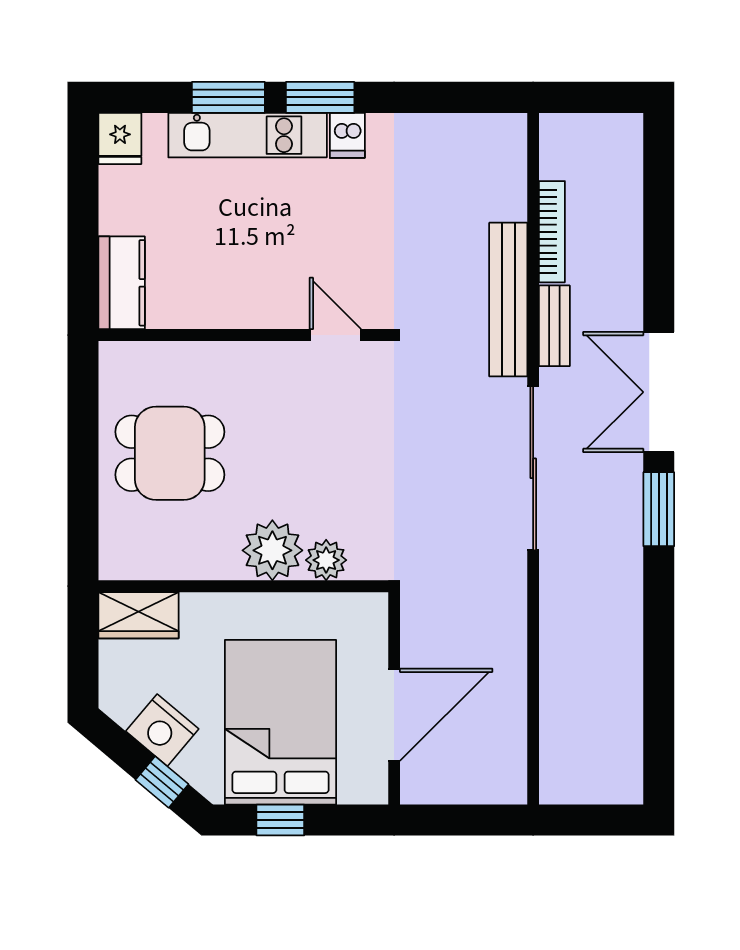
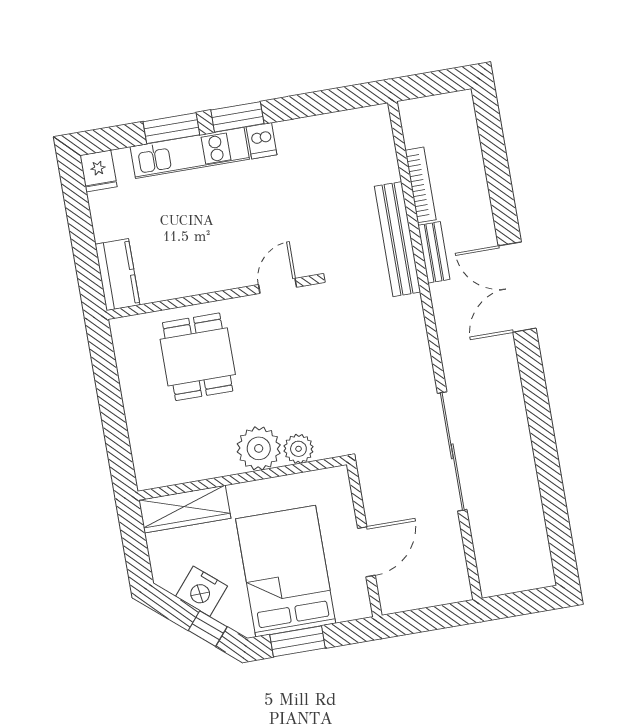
door: (335, 335) -> (278, 286), hinge flipped
dining table: (170, 453) -> (198, 357), moved, turned 90
sliding door: (533, 468) -> (452, 451), moved
window: (659, 509) -> (532, 371), removed
wardrobe: (139, 615) -> (185, 509), width x1.50
door: (394, 715) -> (366, 552), width x0.73
window: (280, 820) -> (297, 641), width x1.50

